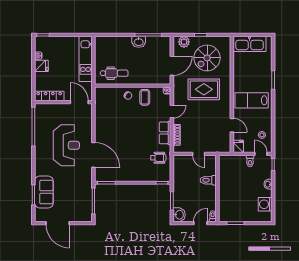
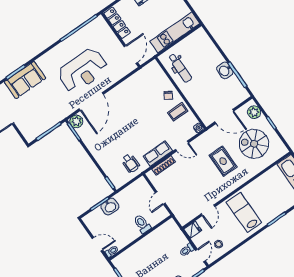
rug: (204, 89) -> (223, 161), width x0.73, depth x0.70
plant: (100, 176) -> (76, 121), added
washbasin: (179, 215) -> (110, 206), moved

